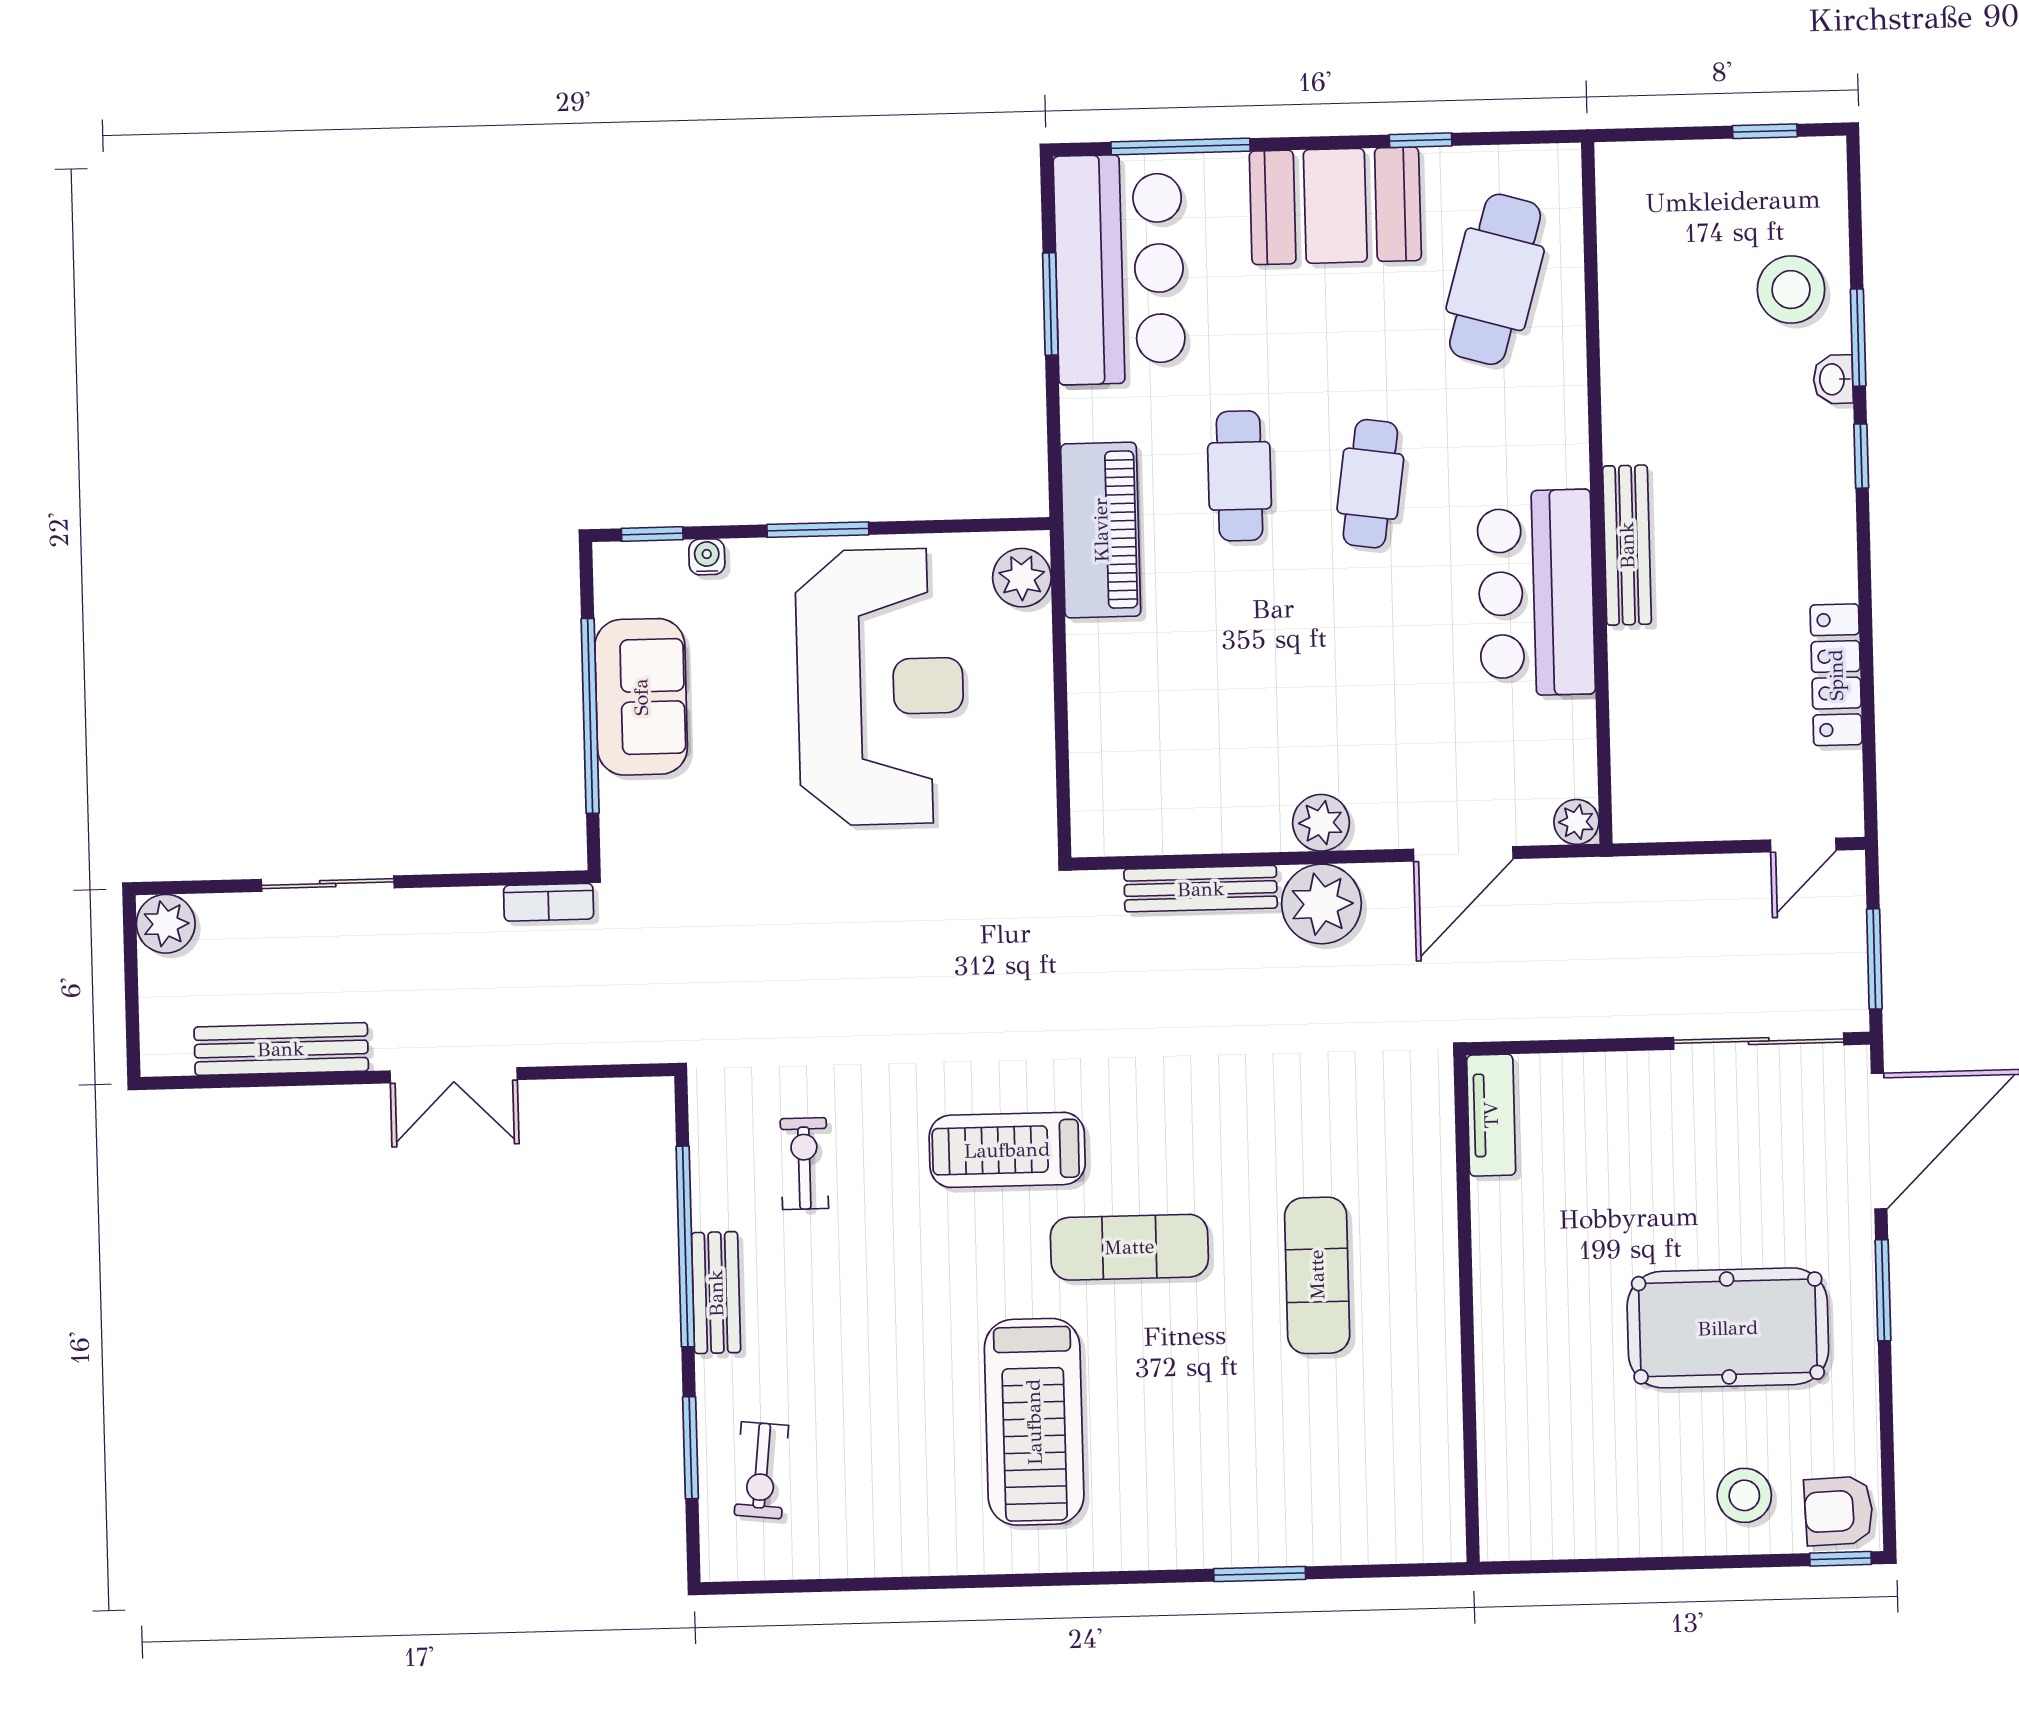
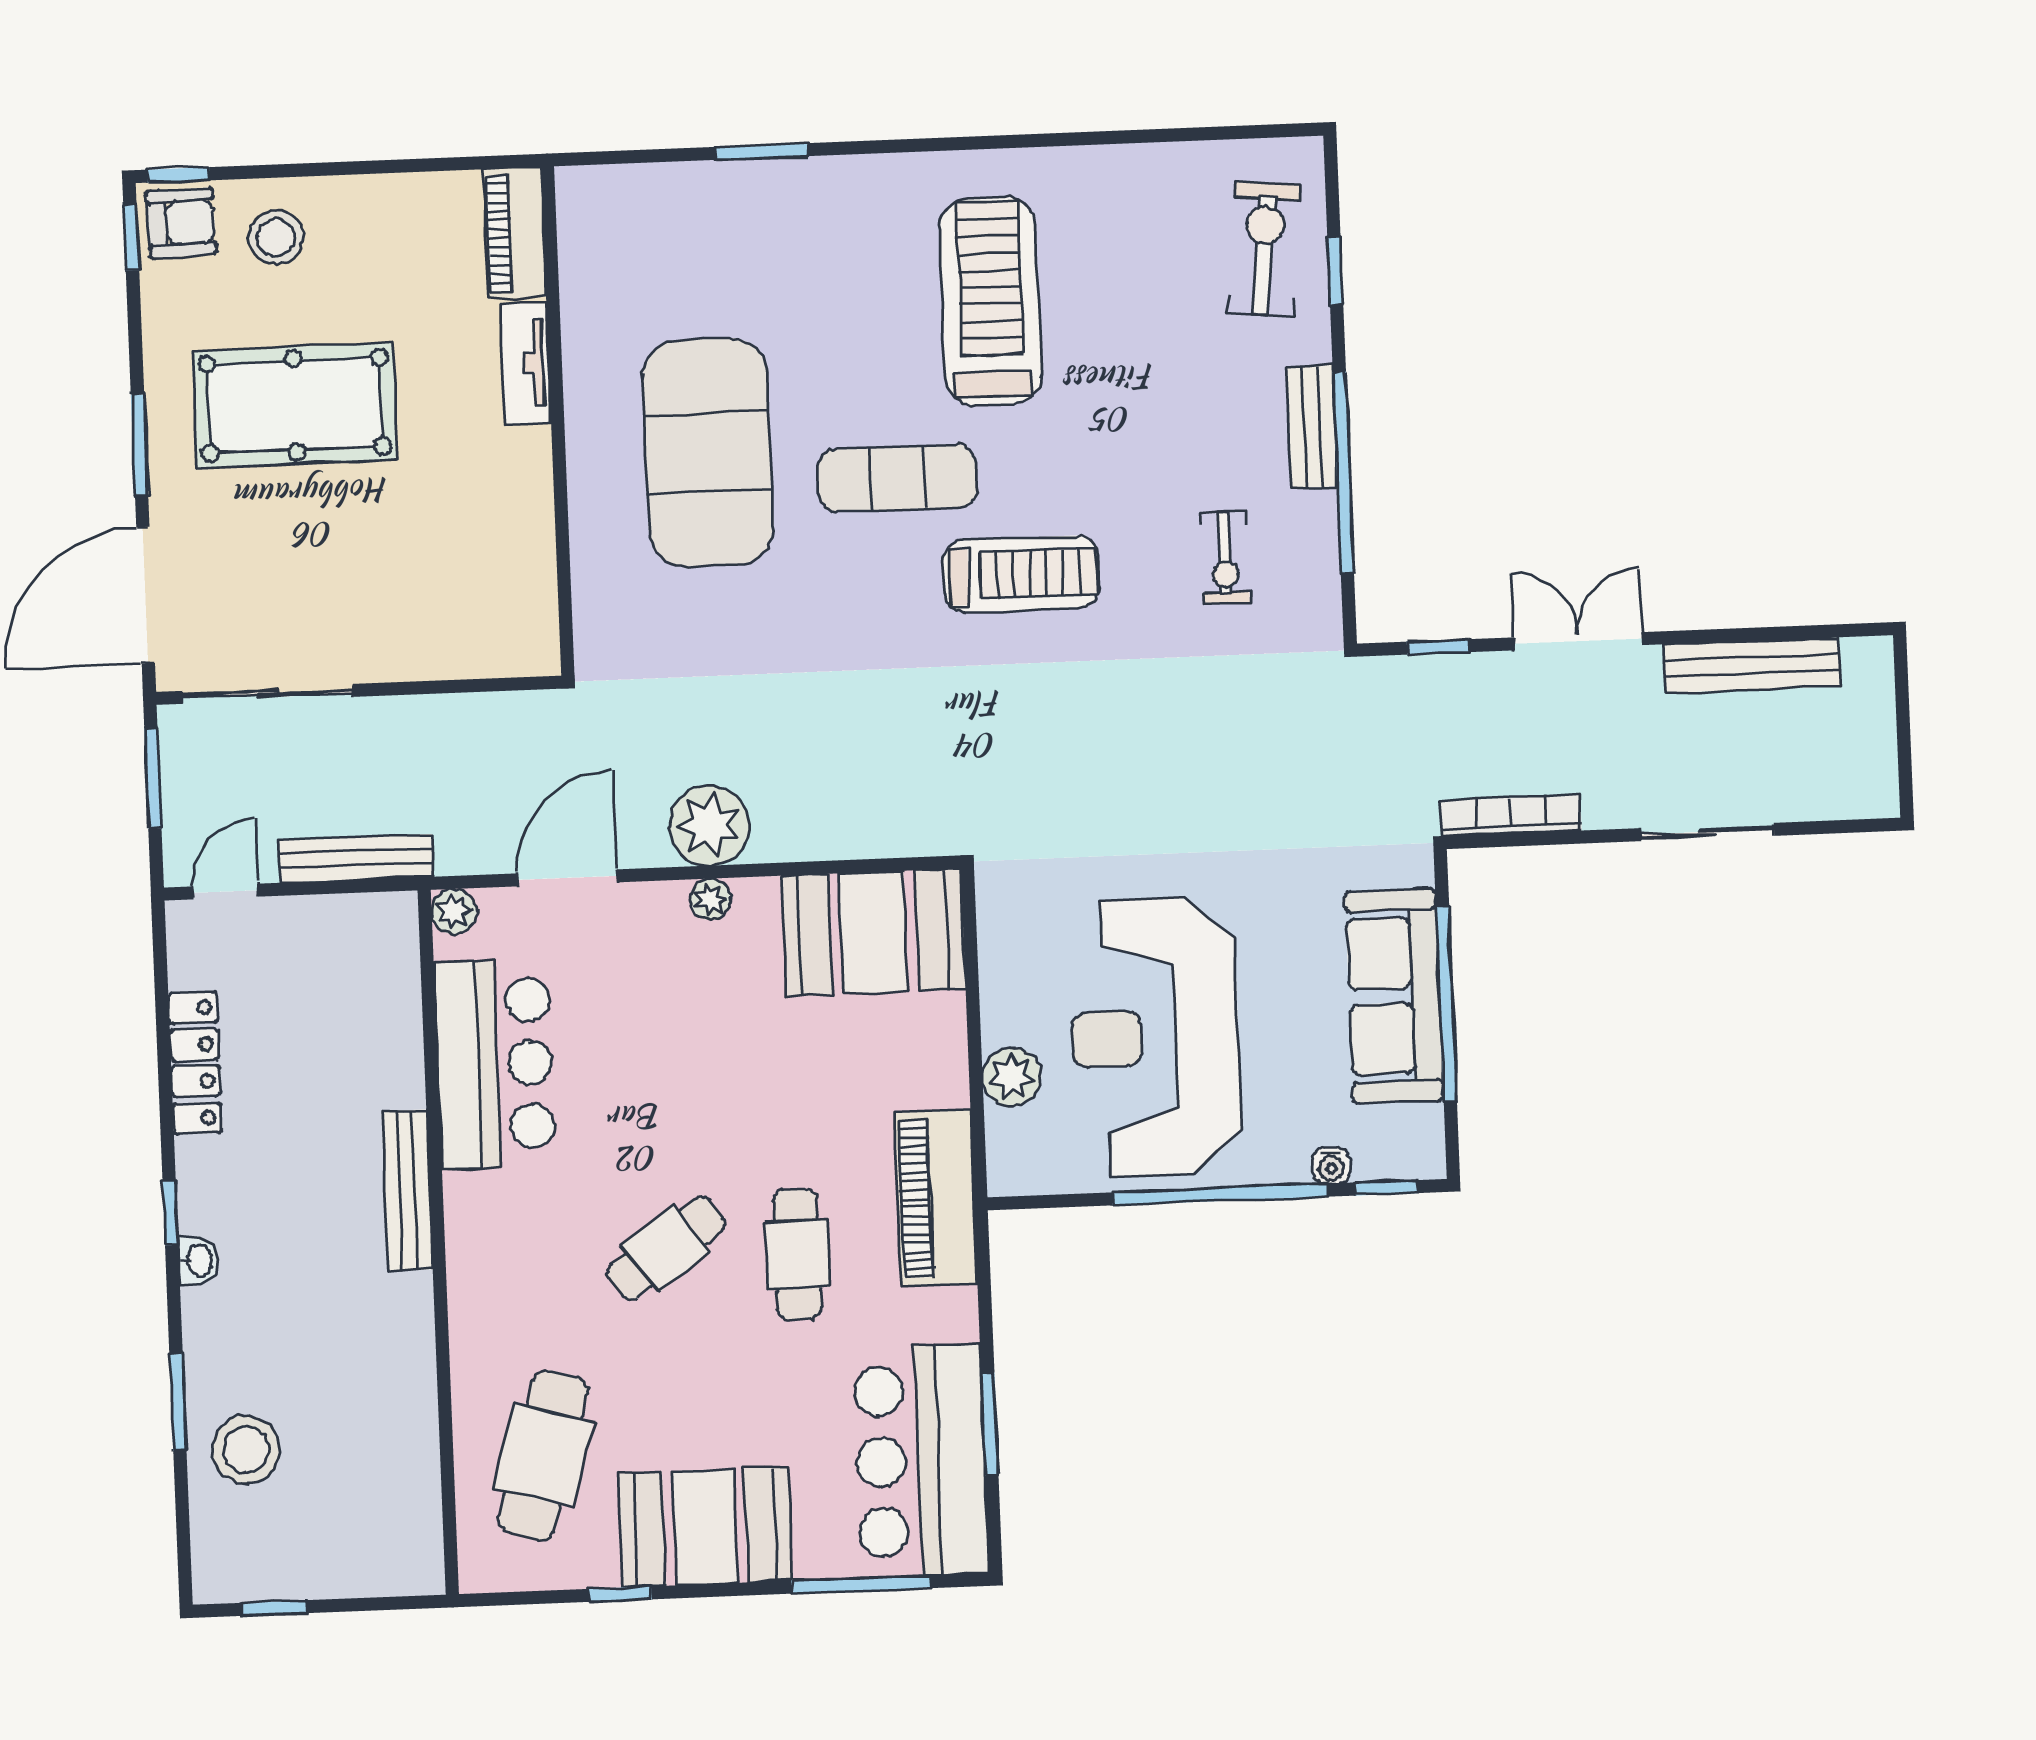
washbasin: (1833, 379) -> (198, 1260), moved
window: (1861, 456) -> (170, 1213), moved
cafe table: (1370, 484) -> (666, 1248), turned 46
window: (818, 530) -> (1220, 1194), width x2.11
plant: (1022, 578) -> (1012, 1077), moved
bar counter: (1536, 593) -> (495, 1064), moved
sofa: (641, 697) -> (1394, 996), width x1.36
booth: (1159, 795) -> (873, 932), added
plant: (1321, 823) -> (710, 899), width x0.73, depth x0.73
bench: (1201, 889) -> (356, 858), moved
bookcase: (549, 902) -> (1511, 815), width x1.56
plant: (166, 924) -> (1870, 789), removed
window: (593, 1072) -> (1438, 647), added
tv unit: (1491, 1115) -> (526, 363), moved
exercise mat: (1317, 1275) -> (708, 452), width x2.00, depth x1.45
window: (690, 1448) -> (1335, 270), width x0.67
exercise bike: (761, 1470) -> (1264, 249), width x1.38, depth x1.39
piano: (1507, 1496) -> (514, 233), added
window: (1888, 1498) -> (131, 237), added

